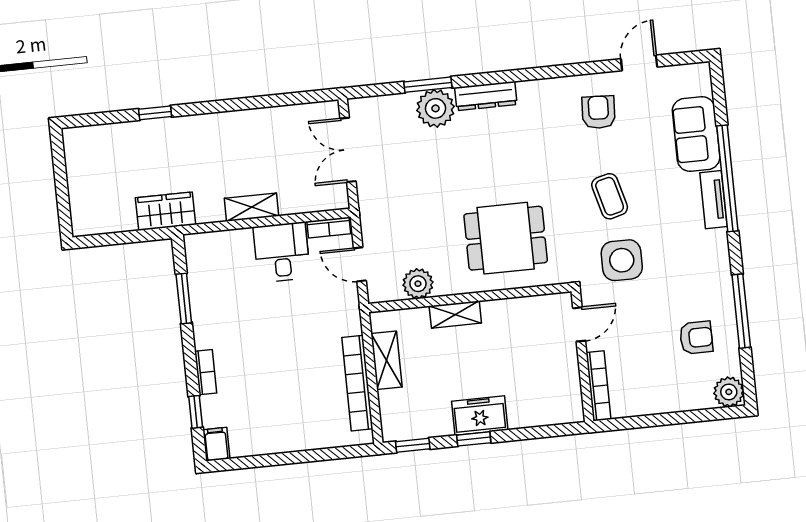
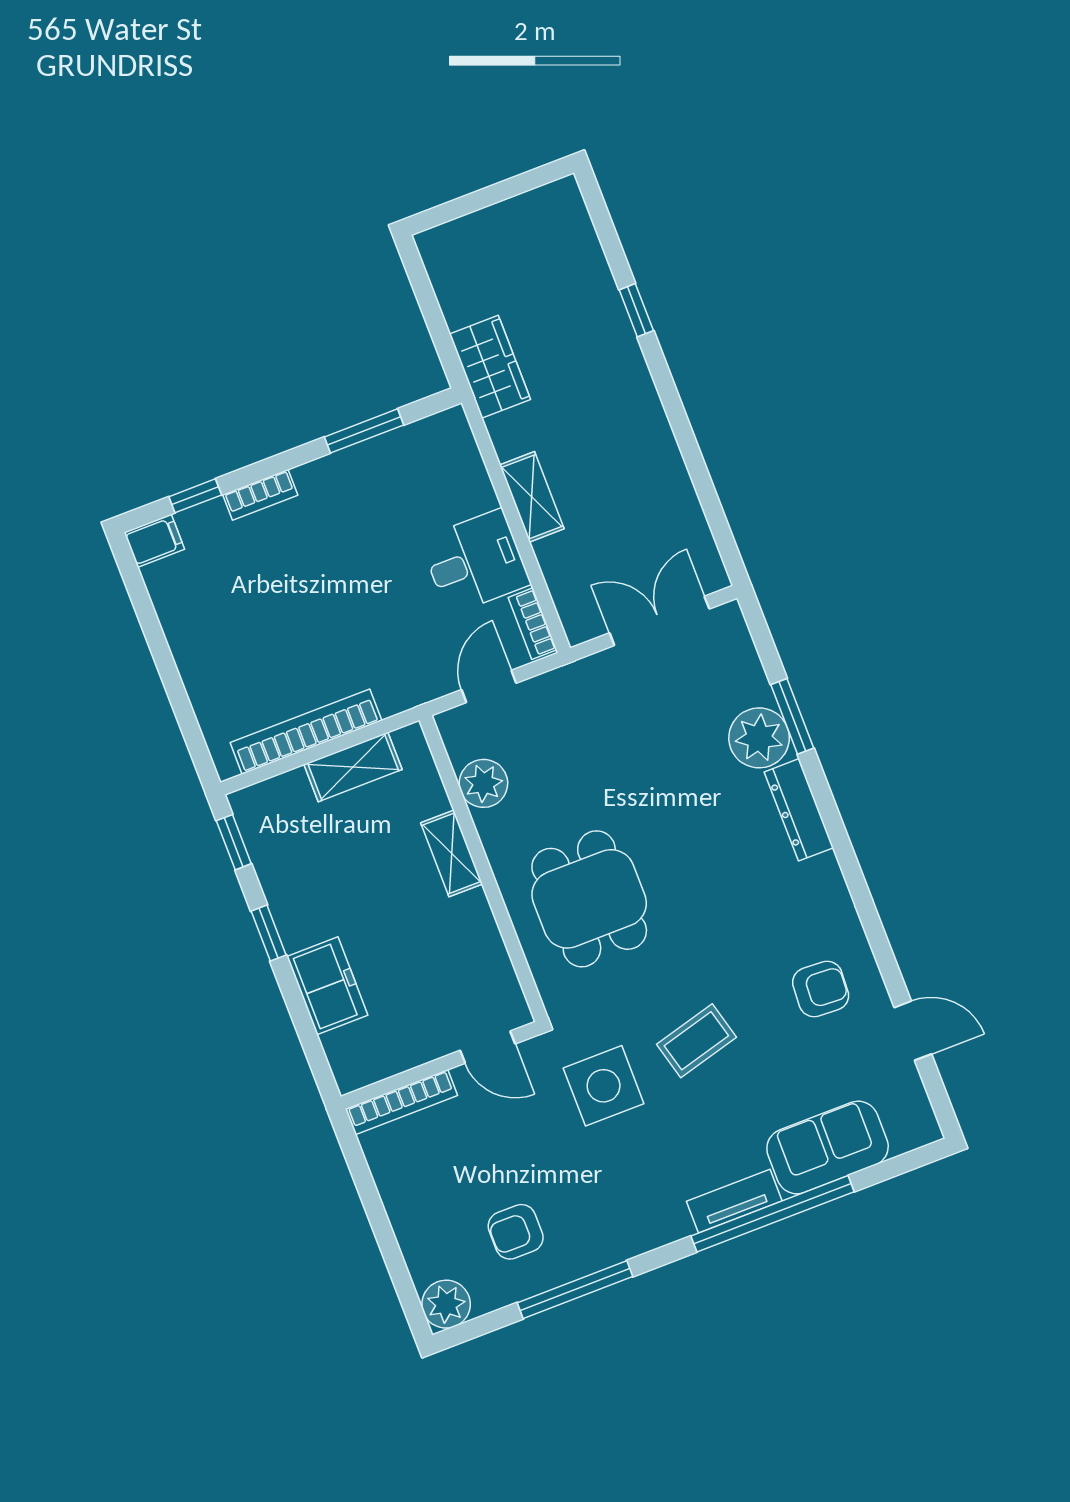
armchair: (696, 338) -> (516, 1232), turned 90
freezer: (480, 416) -> (327, 986), moved

